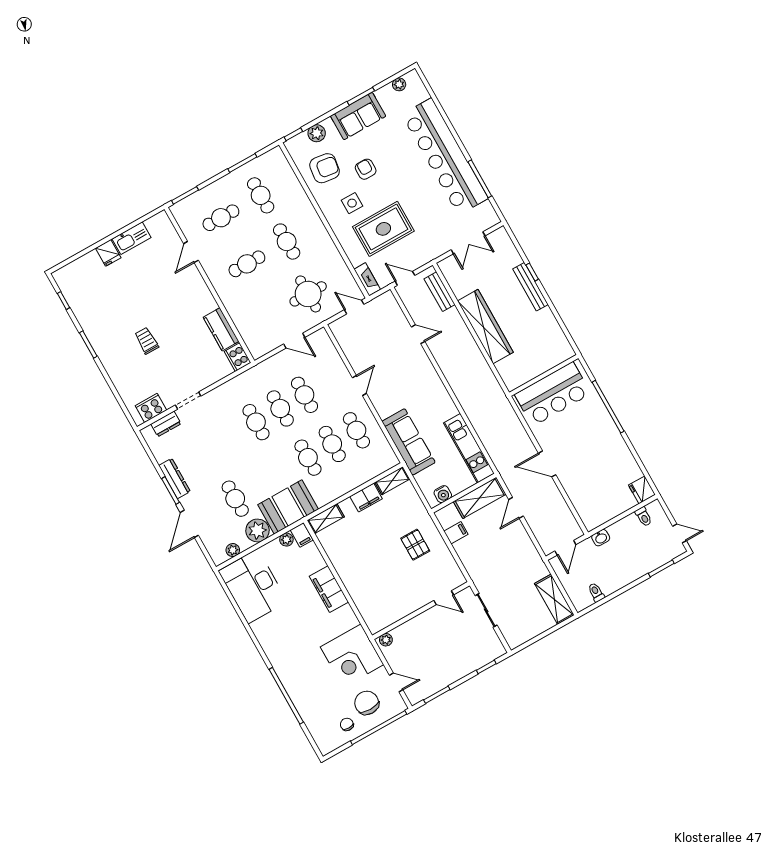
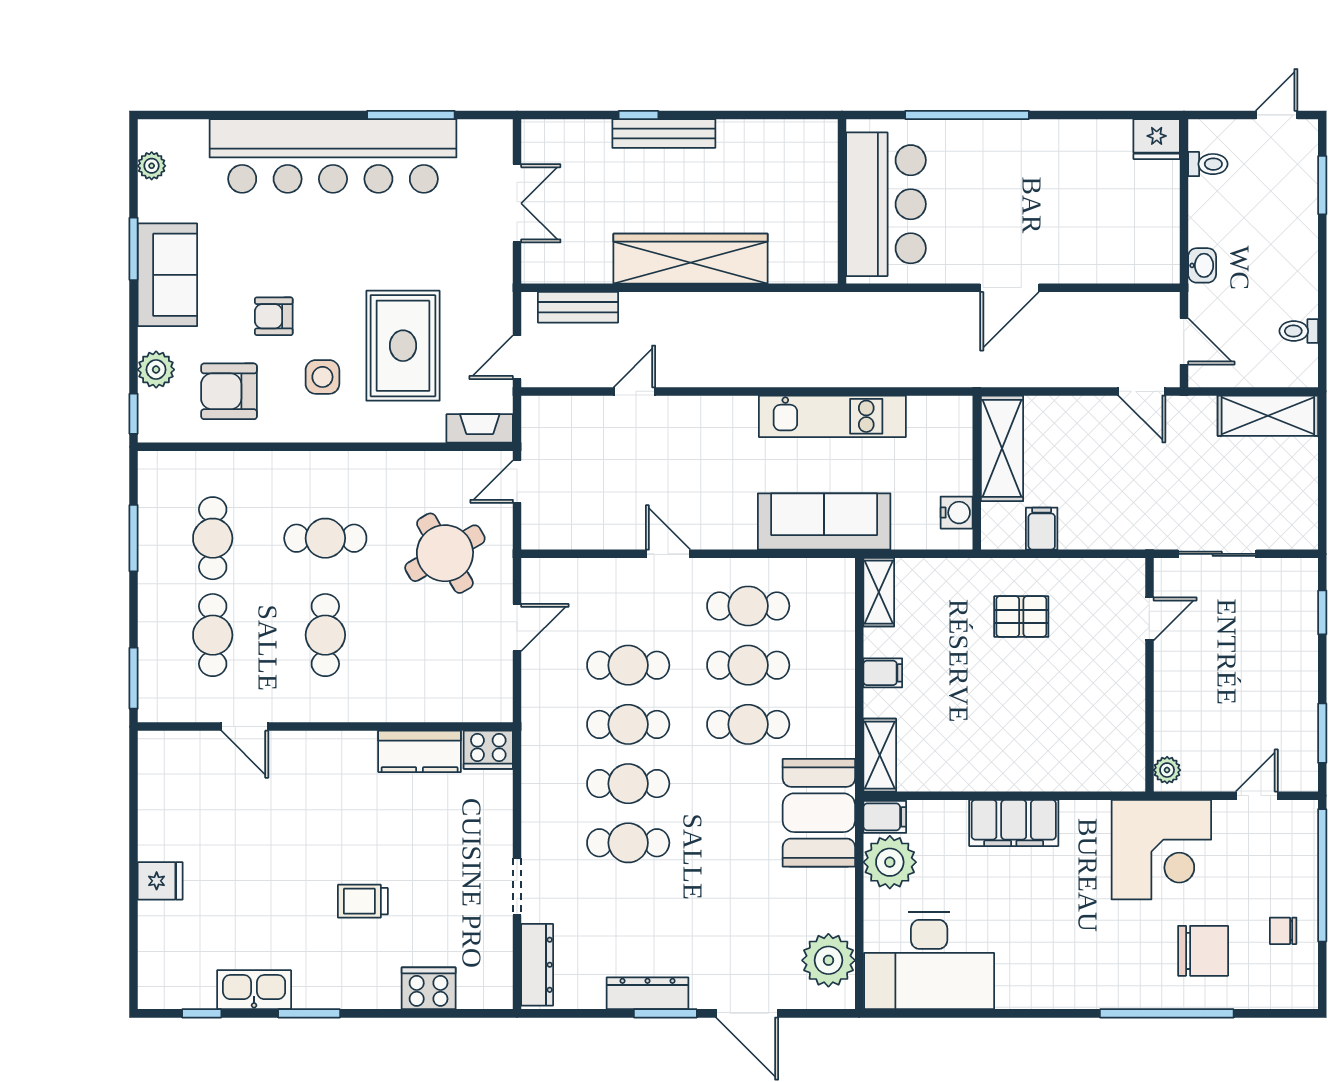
armchair: (325, 168) -> (229, 391), turned -98
cafe table: (261, 195) -> (213, 538), turned 90
kitchen sink: (131, 238) -> (254, 990), moved, turned -90
round table: (308, 294) -> (445, 553), turned -30
cooker: (151, 408) -> (429, 988), moved, turned 90
dresser: (166, 424) -> (537, 965), width x1.44
kitchen unit: (469, 448) -> (832, 416), moved
filing cabinet: (366, 498) -> (883, 673), width x0.50
cafe table: (235, 499) -> (628, 843), moved
door: (516, 508) -> (1142, 391), moved
plant: (257, 530) -> (830, 894), removed
plant: (286, 540) -> (890, 862), width x1.87, depth x1.87
plant: (233, 550) -> (828, 960), width x1.87, depth x1.87
chair: (367, 703) -> (1203, 951), moved, turned 180

